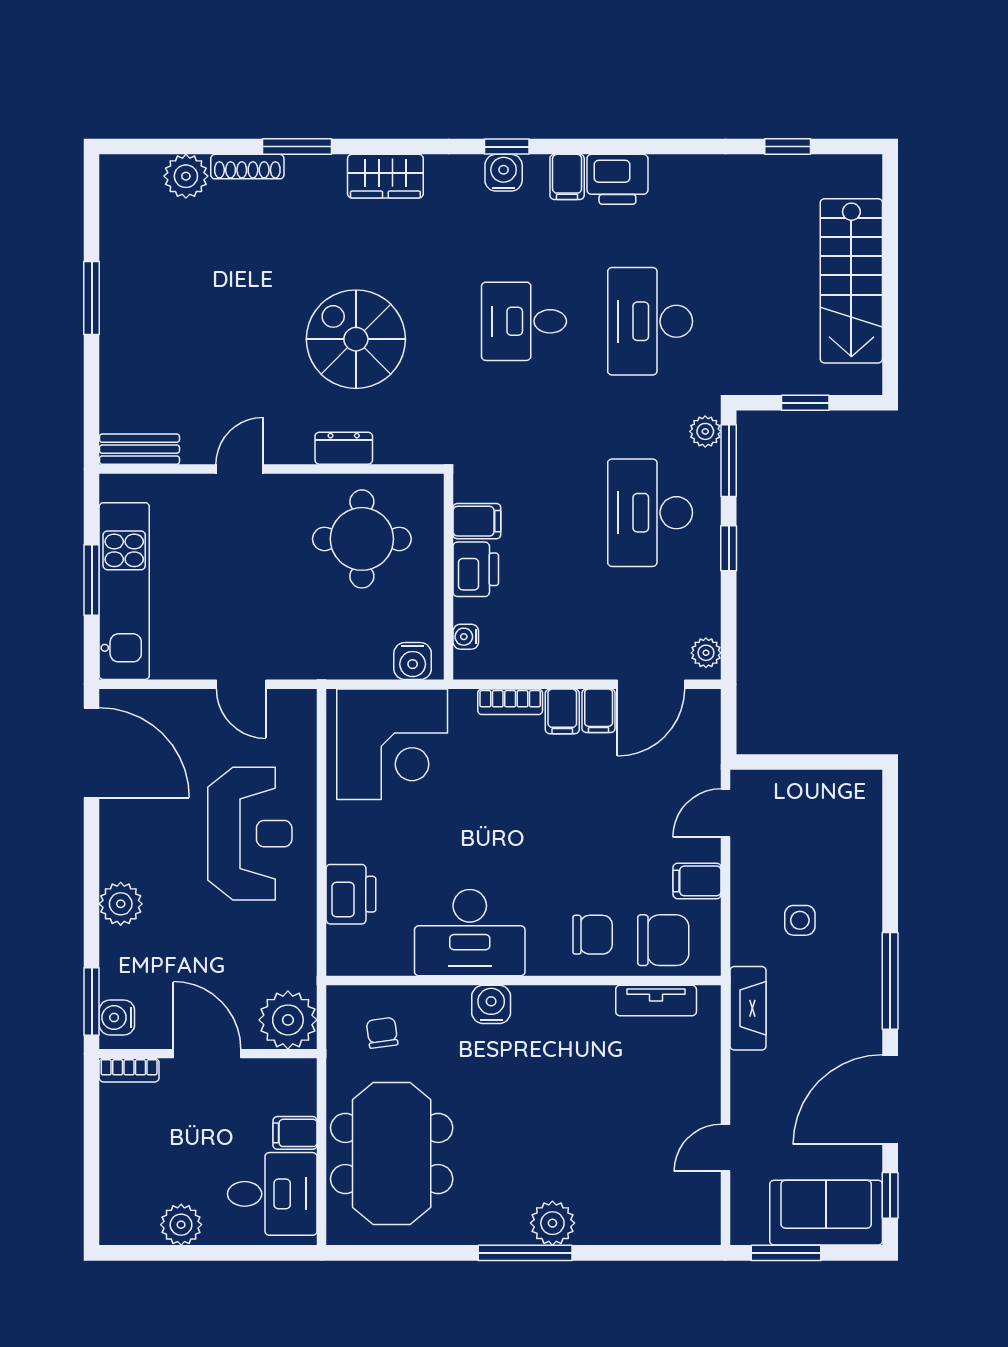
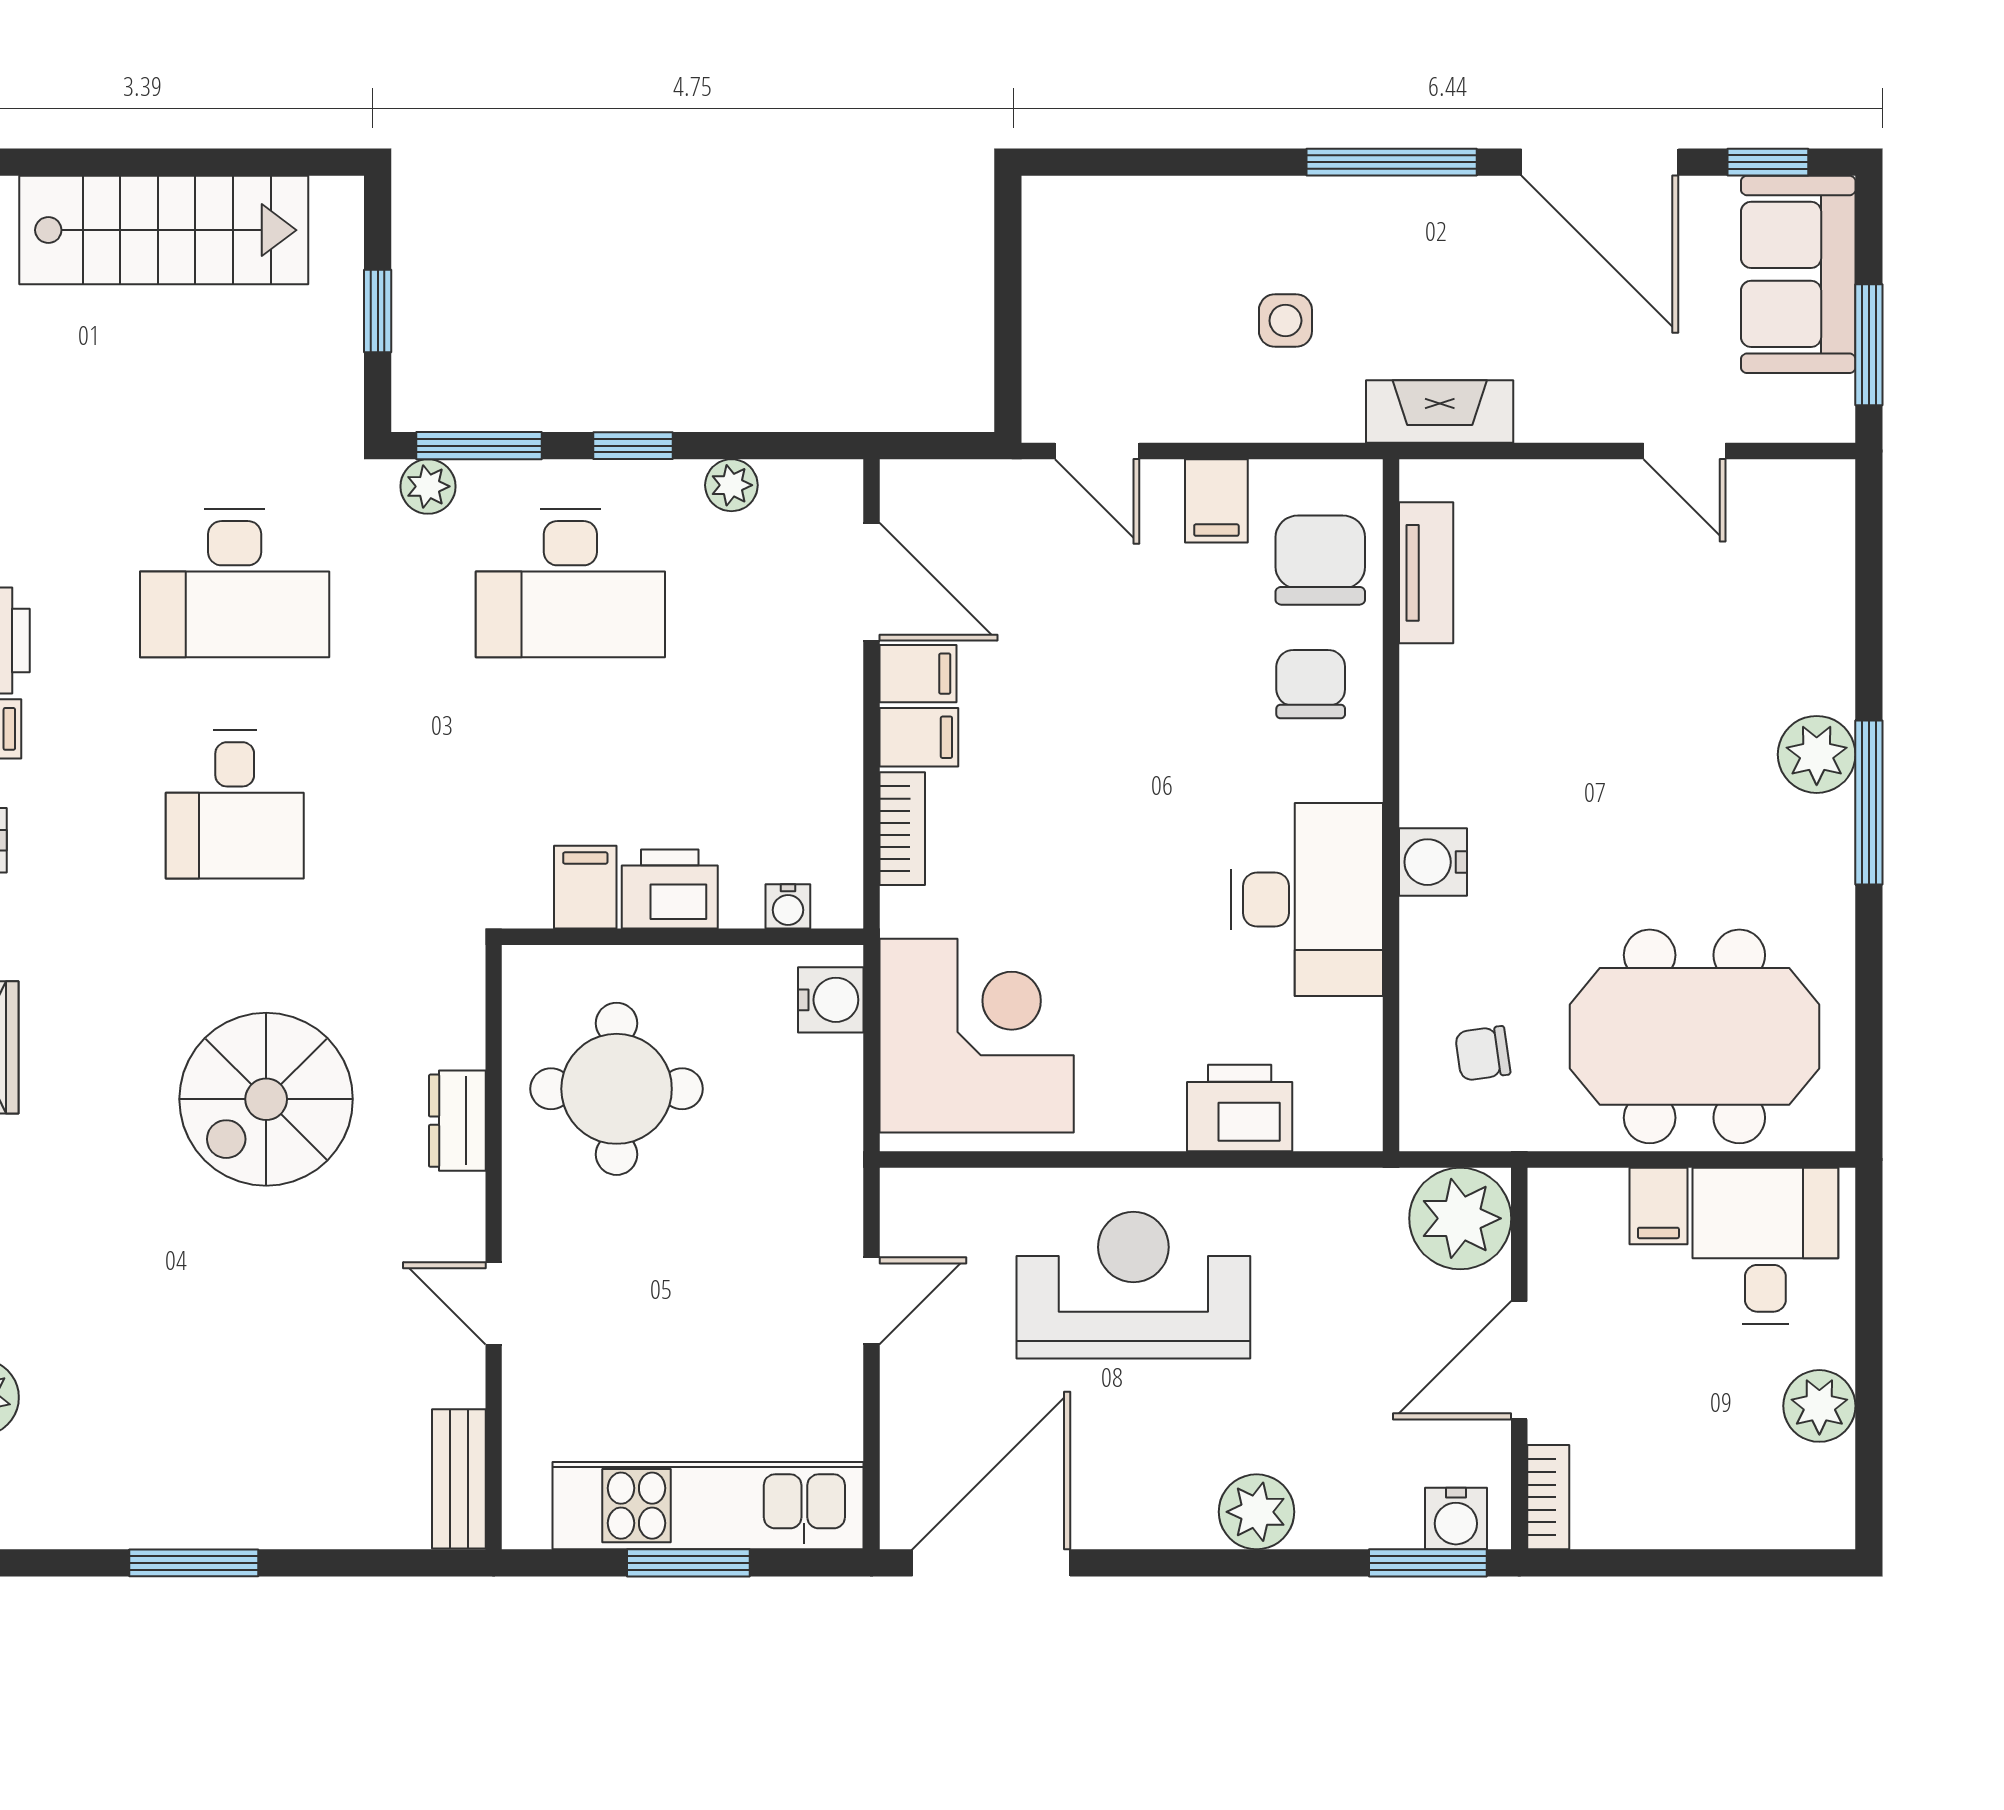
plant: (706, 653) -> (731, 485), moved

